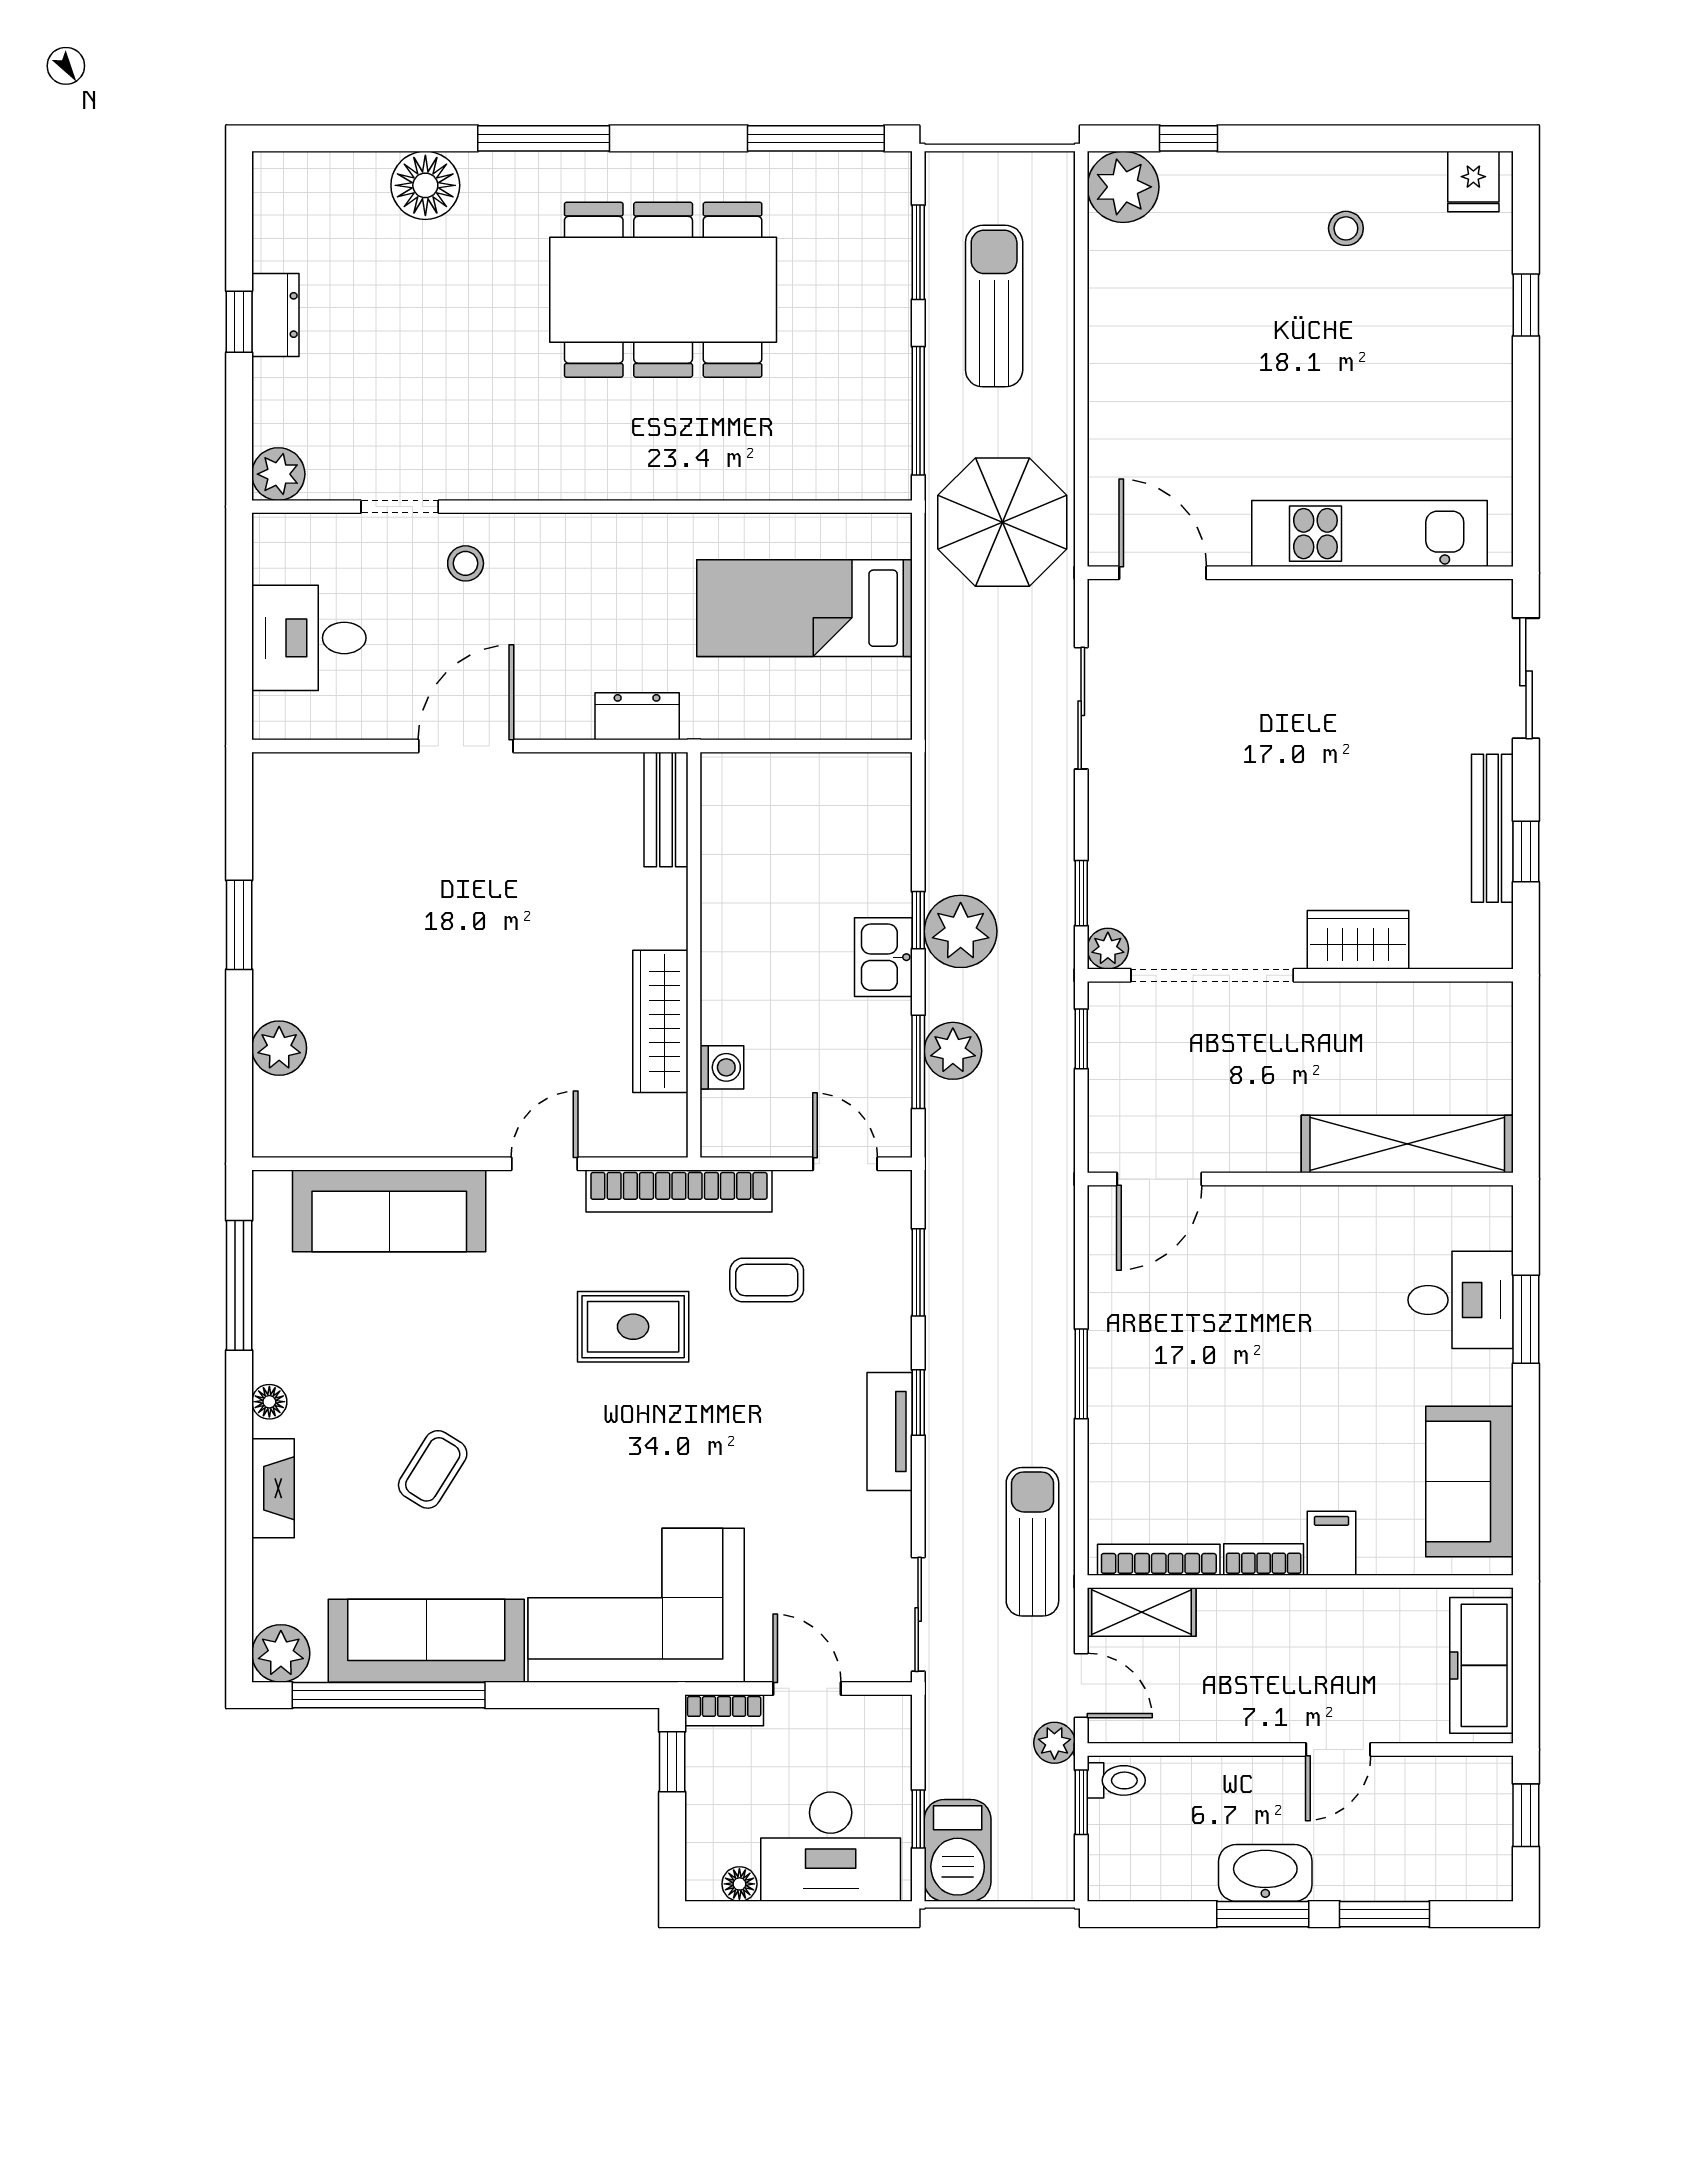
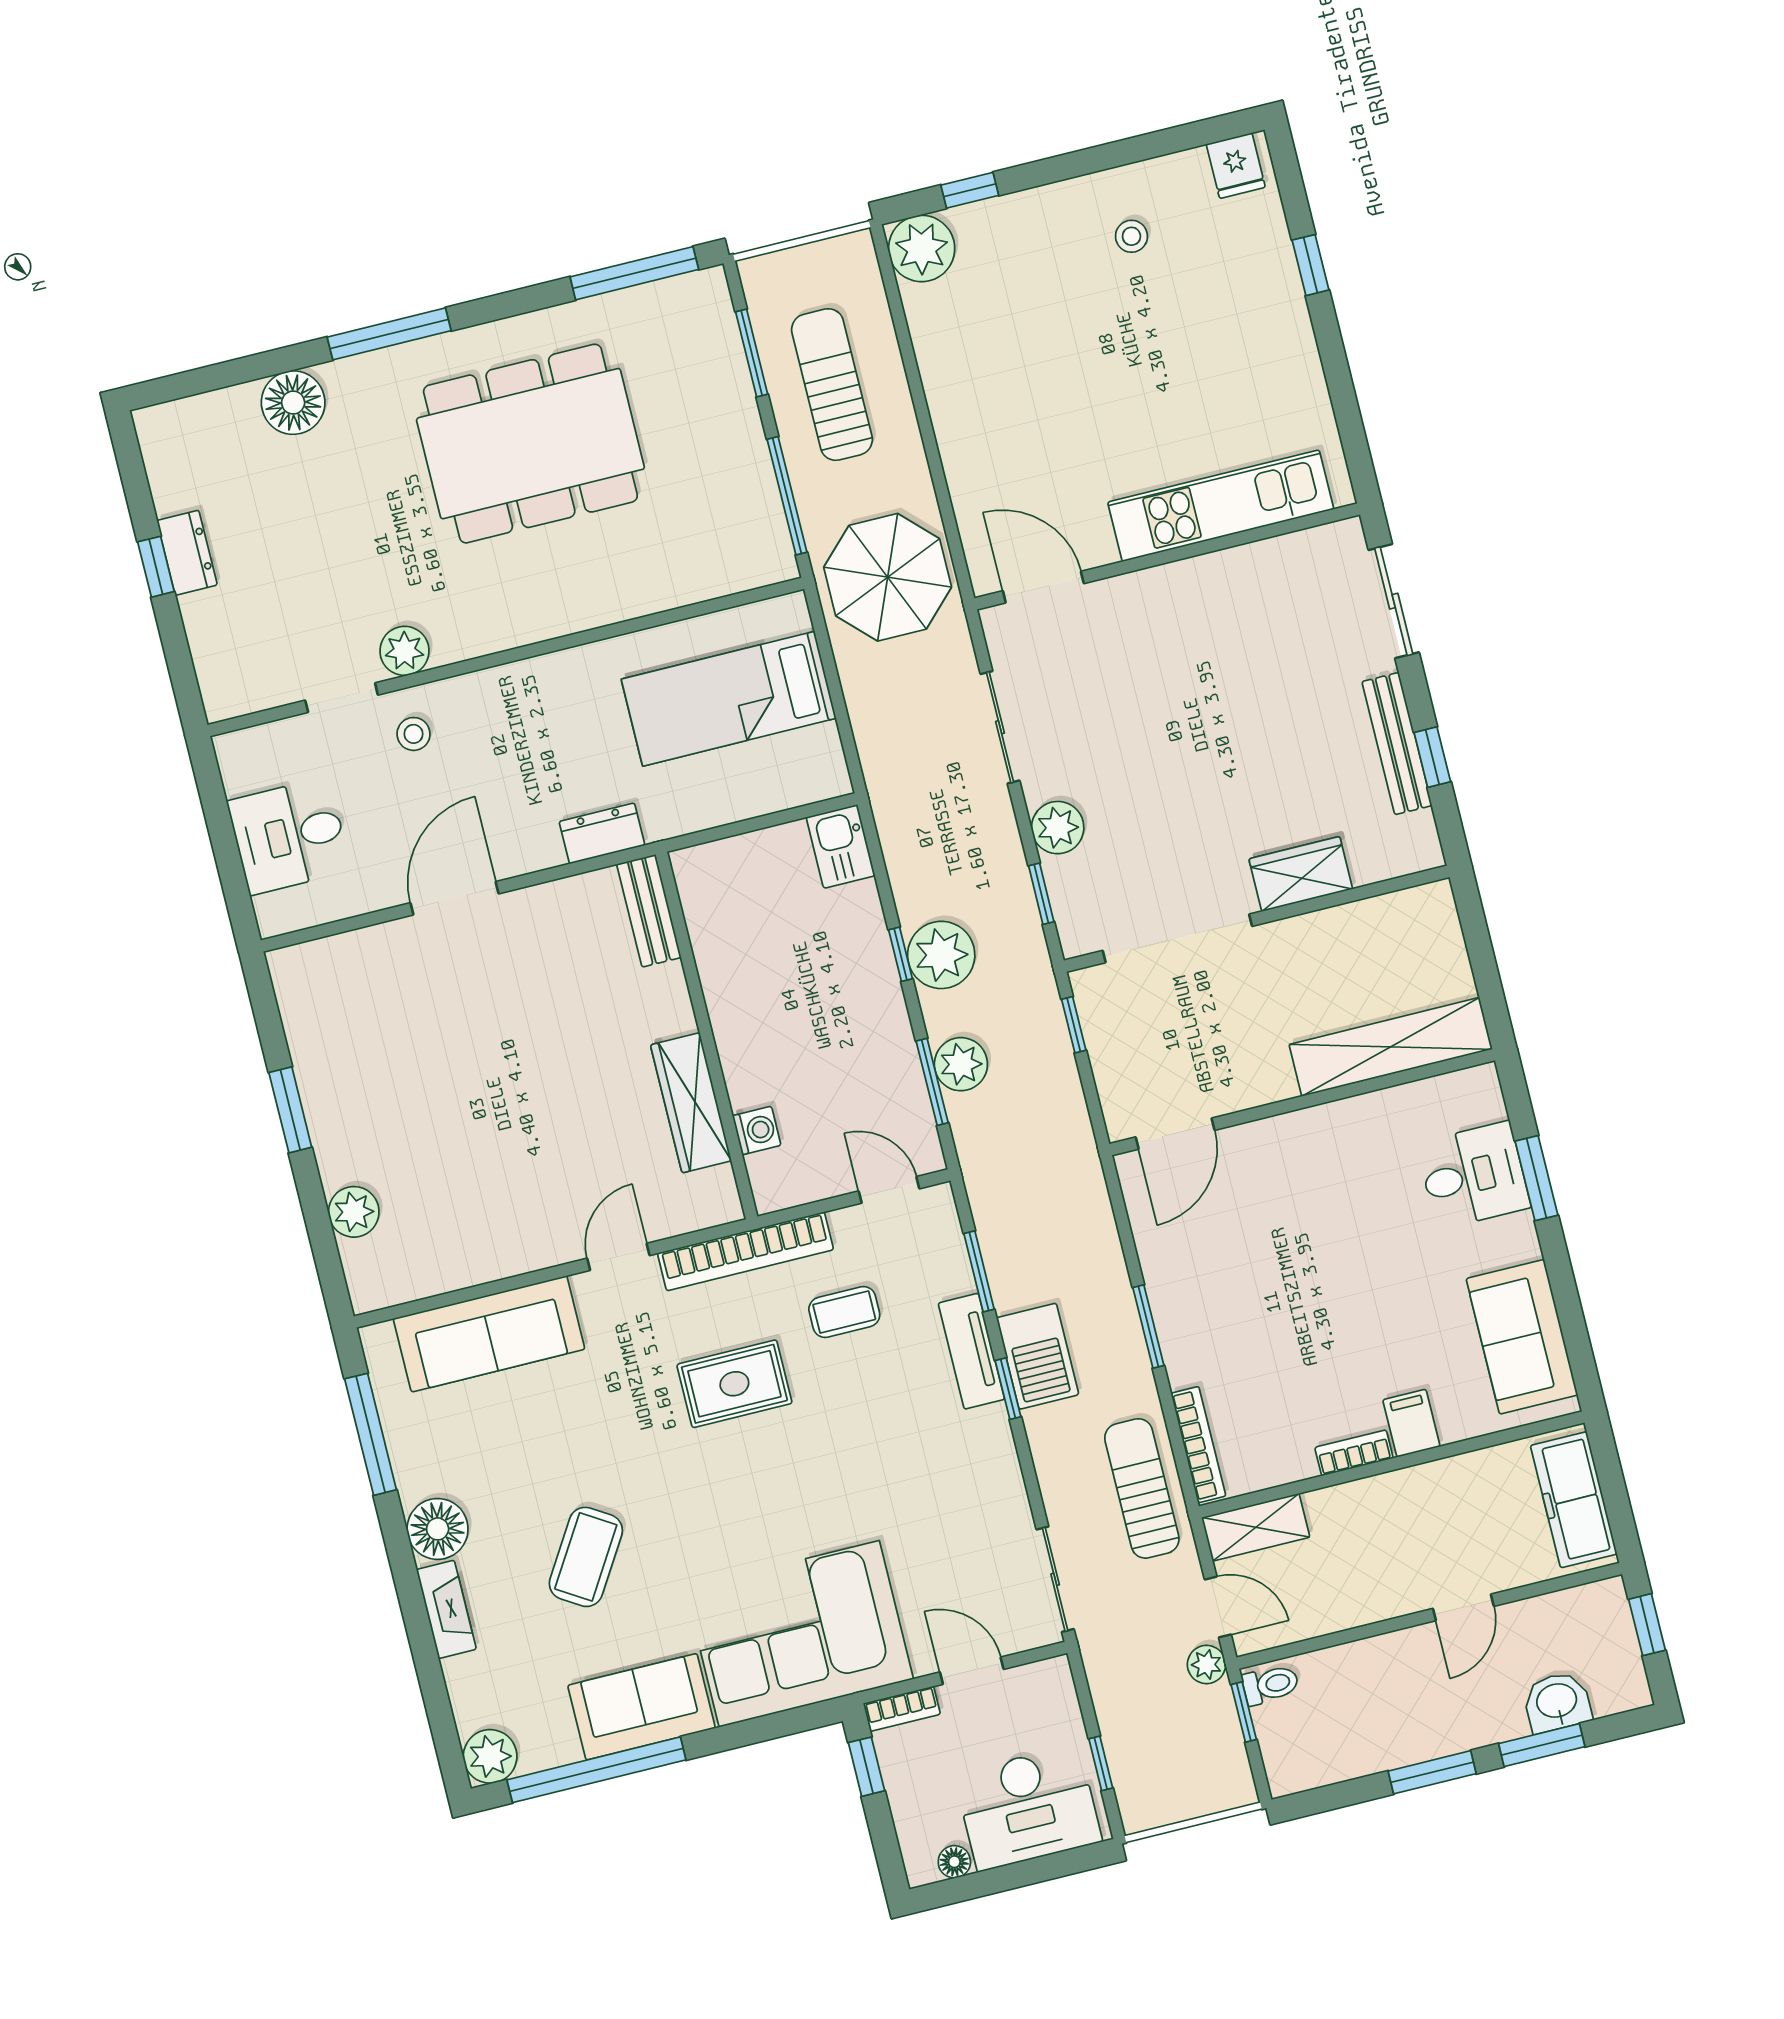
plant: (278, 474) -> (404, 651), moved
plant: (1108, 949) -> (1058, 828), moved, width x1.38, depth x1.38
kitchen sink: (883, 957) -> (841, 846), moved
floor lamp: (269, 1402) -> (438, 1529), width x1.89, depth x1.89
tv unit: (890, 1431) -> (971, 1351), moved
coffee table: (433, 1469) -> (586, 1557), width x1.36, depth x1.30
bookcase: (1159, 1560) -> (1198, 1445), moved, turned 90
sofa: (426, 1641) -> (641, 1707), width x0.73
barbecue: (958, 1850) -> (1038, 1356), moved
washbasin: (1265, 1873) -> (1557, 1702), moved, width x0.72

